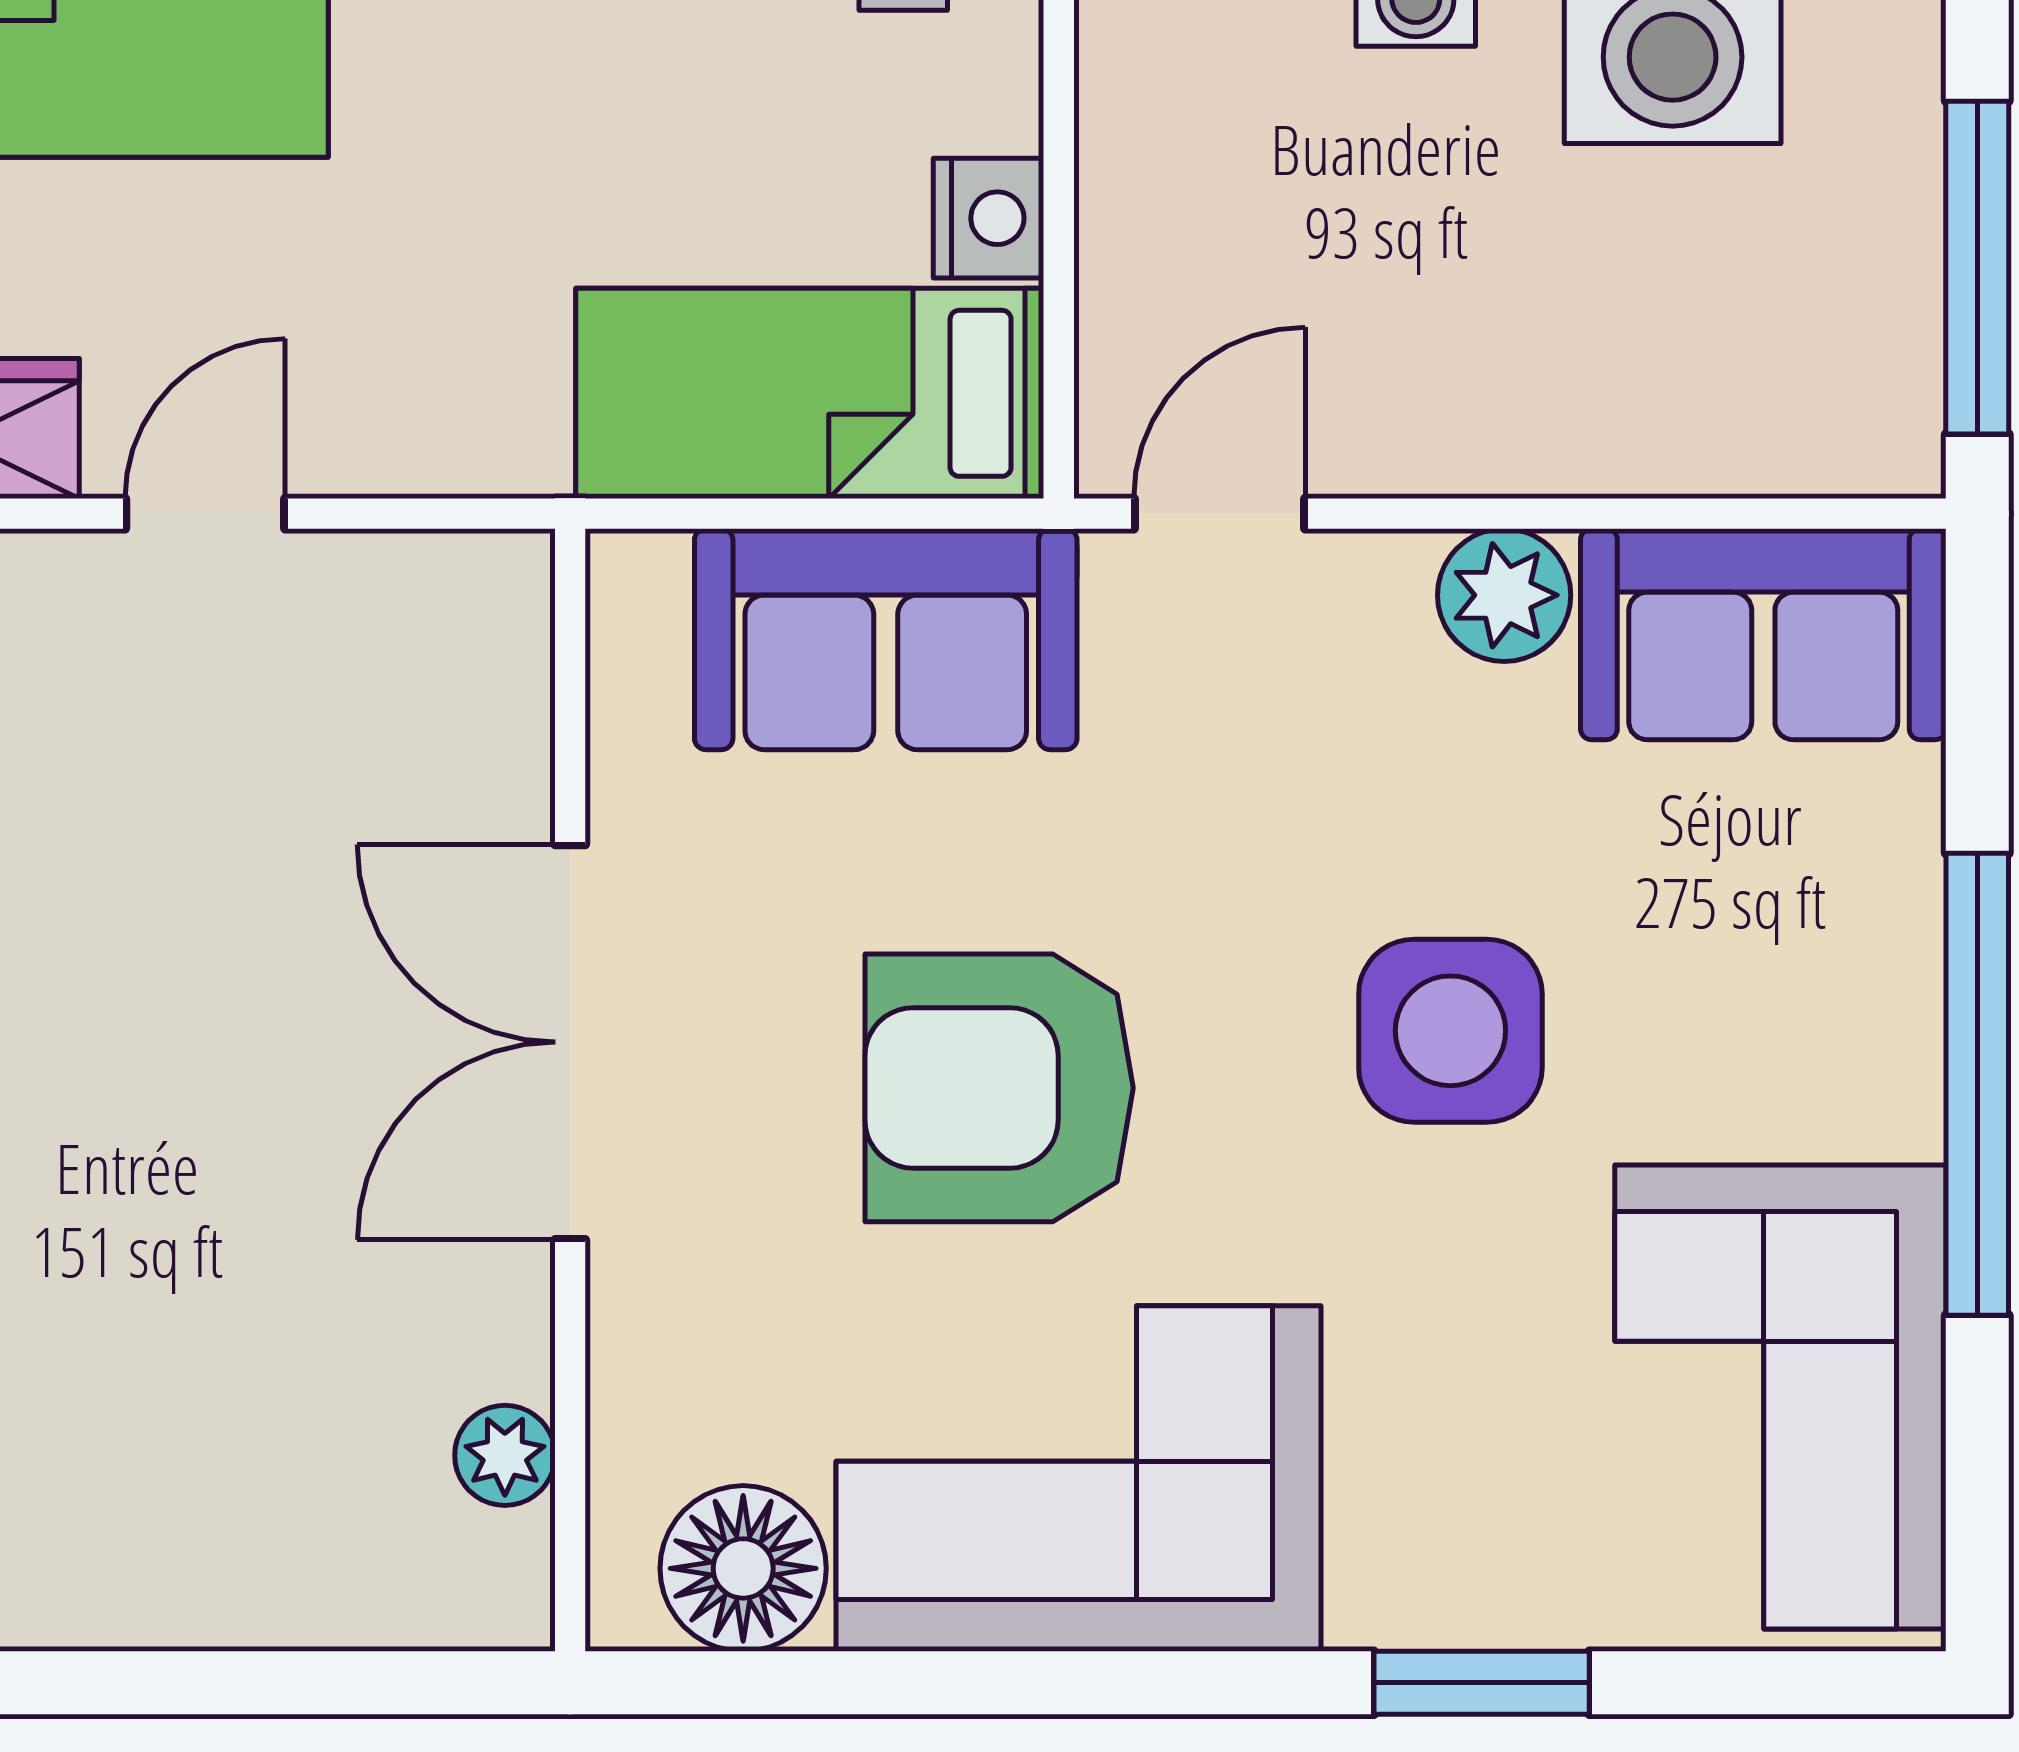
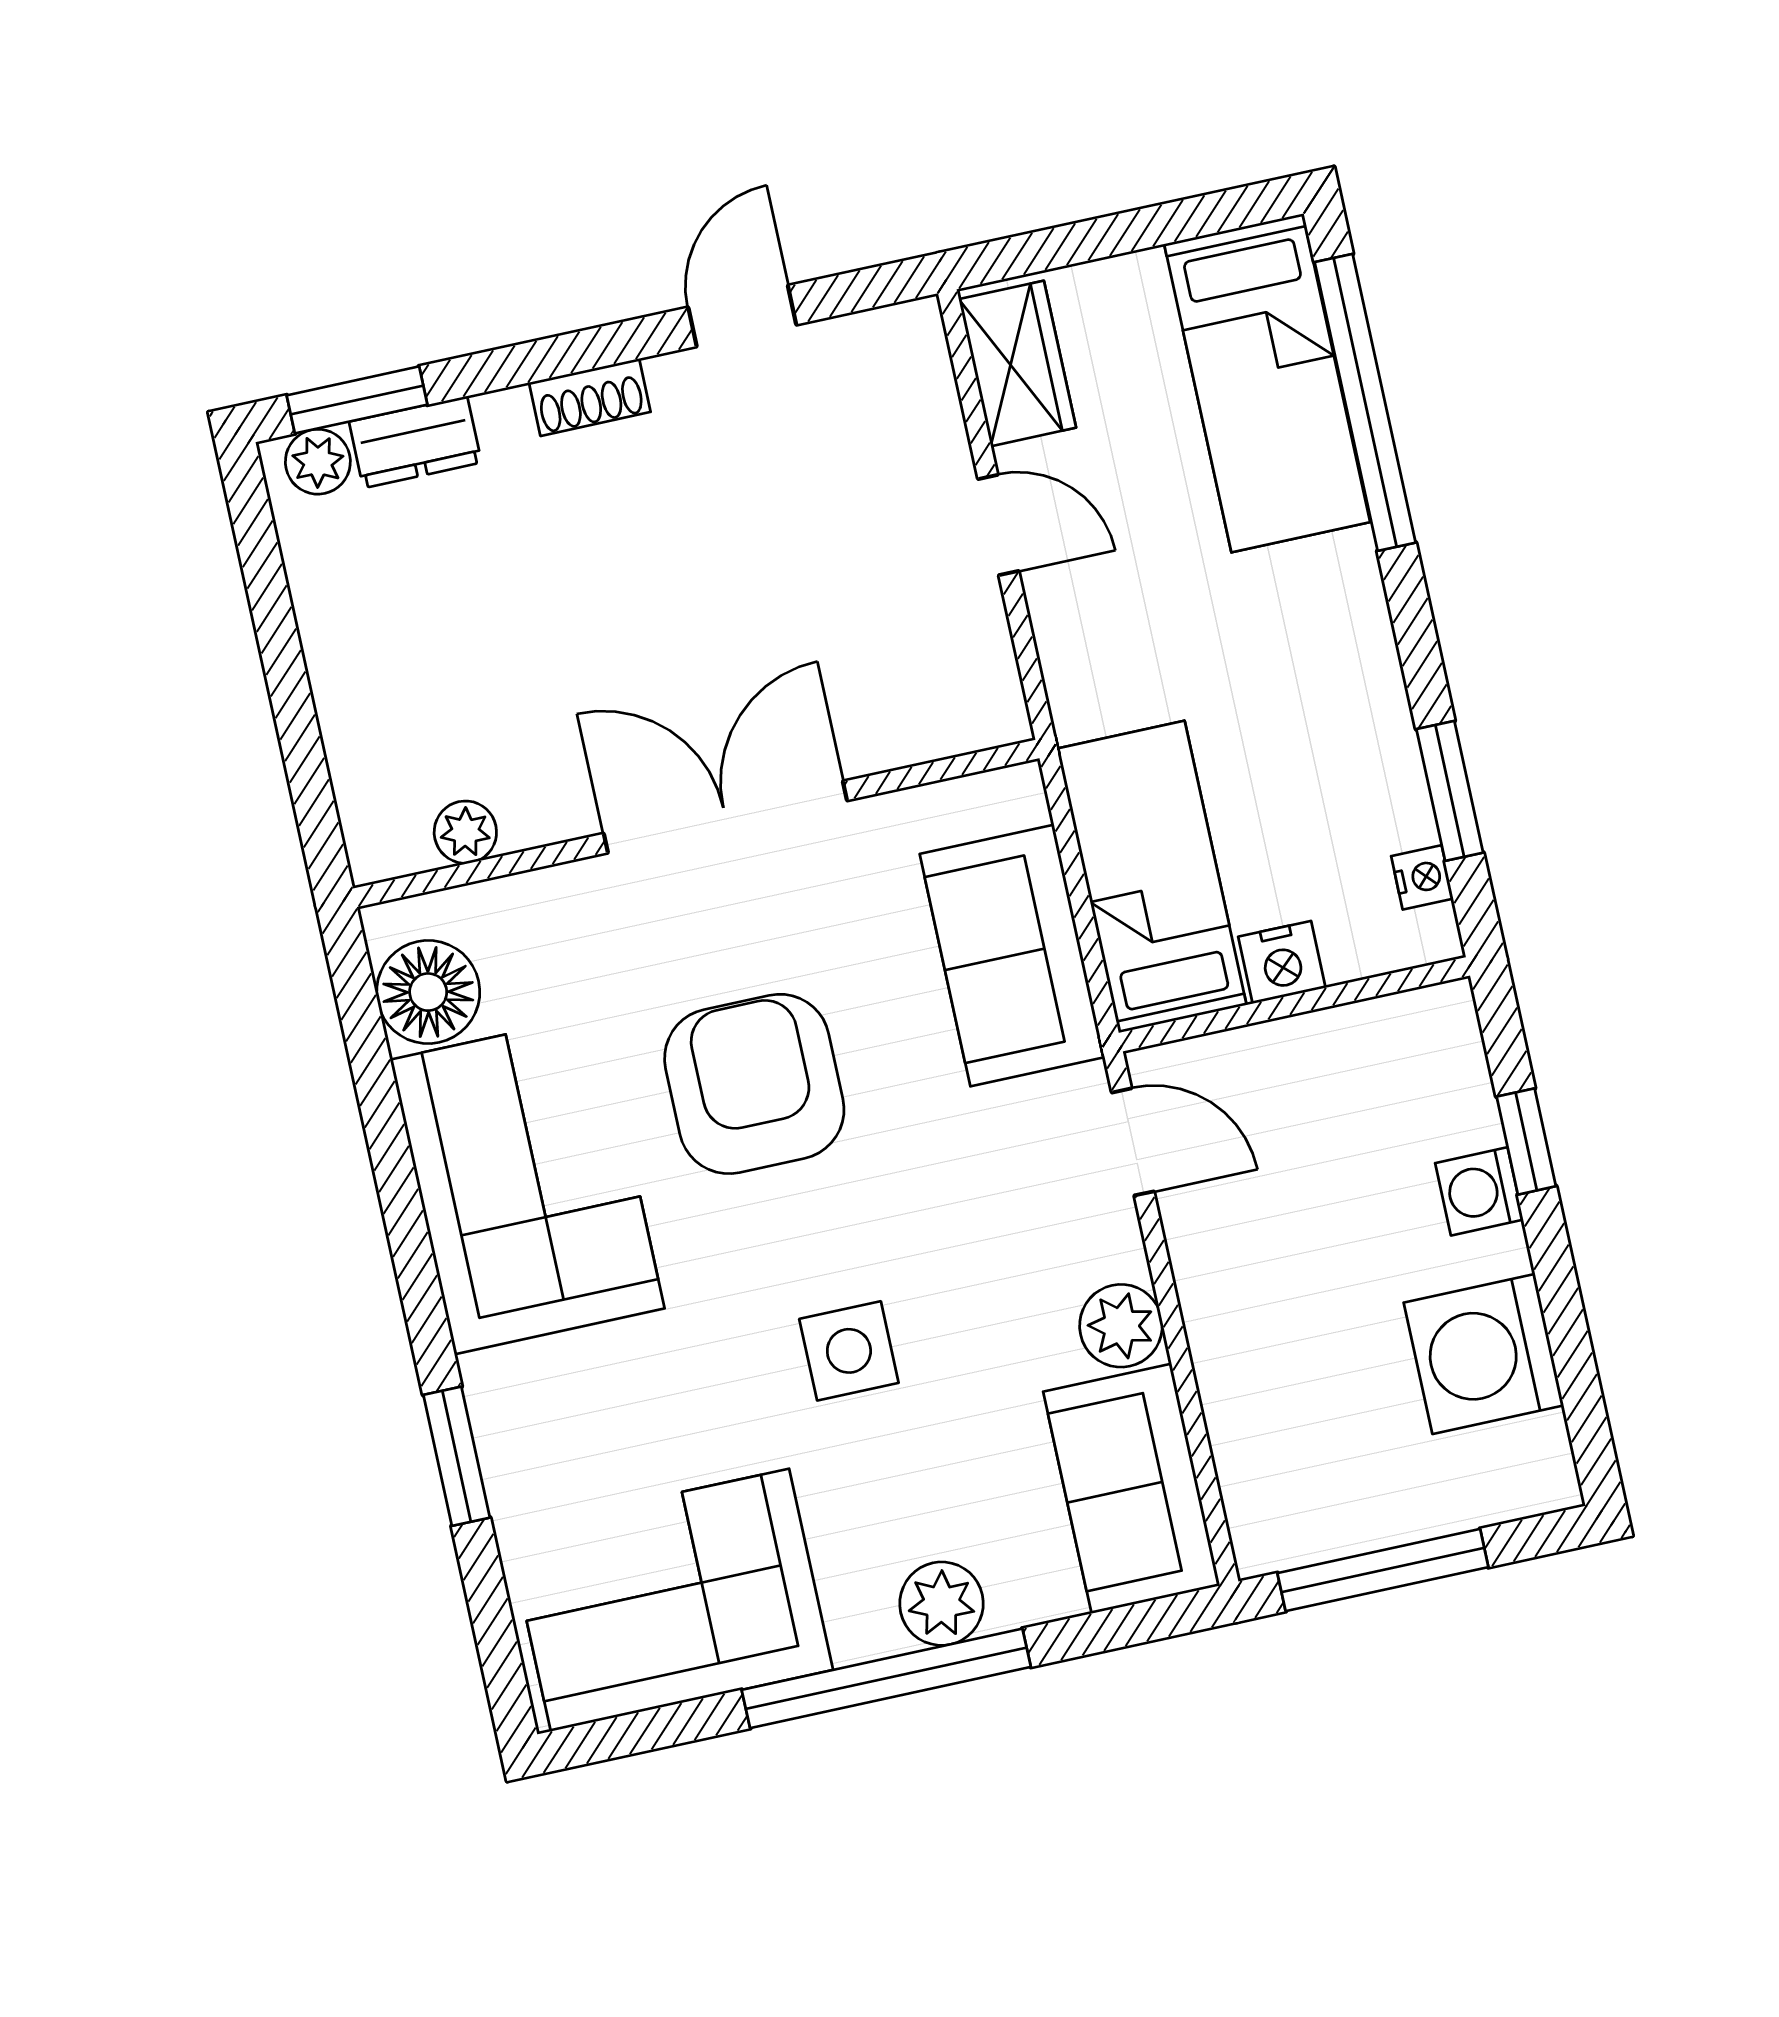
plant: (1879, 972) -> (941, 1604), added
side table: (1450, 1031) -> (849, 1351), width x0.73, depth x0.73

